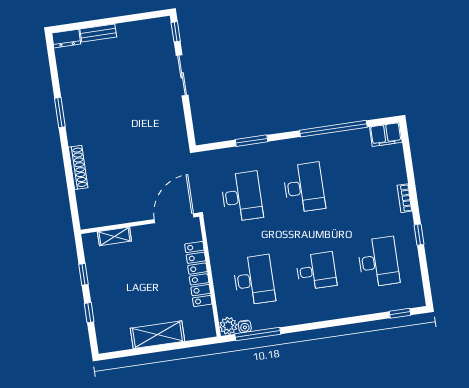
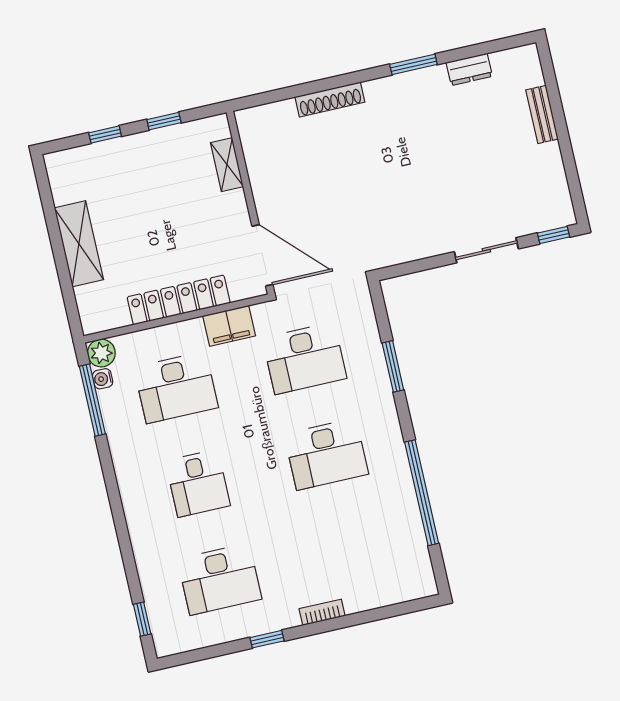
dresser: (66, 39) -> (469, 69), moved, turned -90
filing cabinet: (386, 135) -> (229, 326), moved, turned -90

